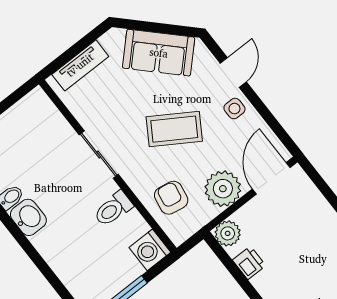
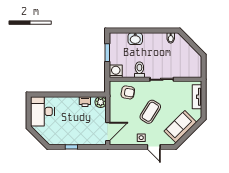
door: (271, 178) -> (108, 132), hinge flipped
plant: (223, 189) -> (117, 112), removed
washbasin: (28, 217) -> (135, 39), moved

